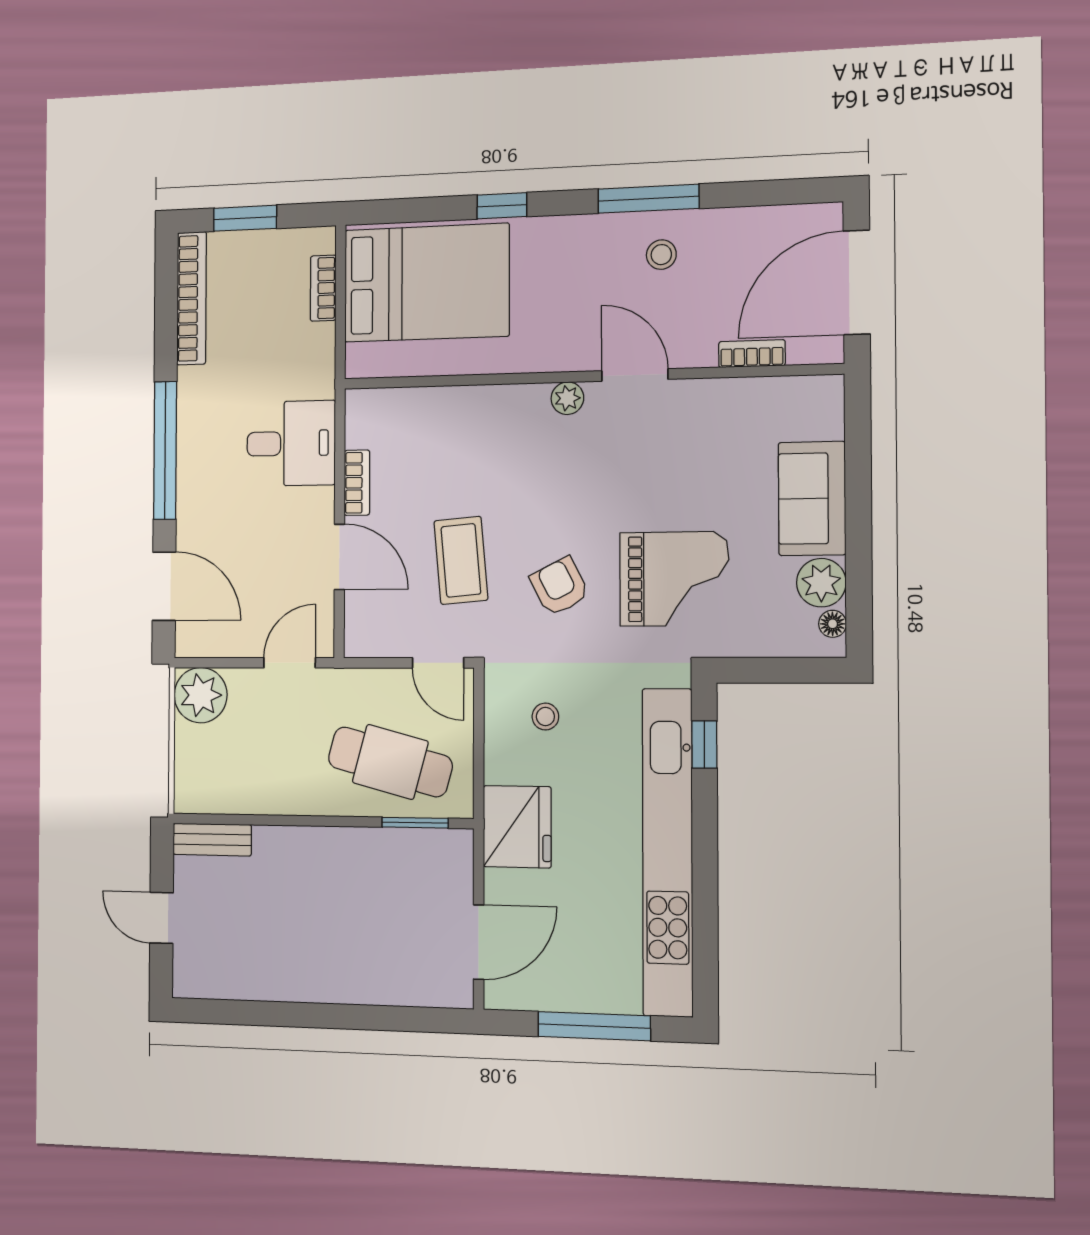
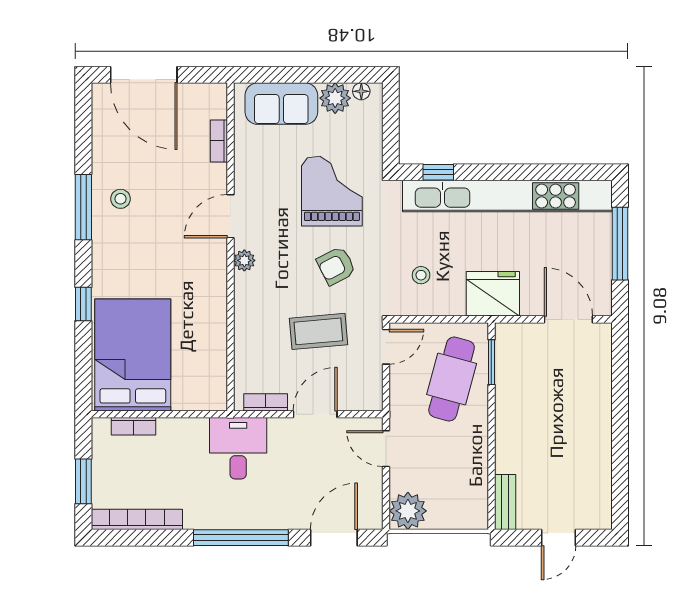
bookcase: (752, 354) -> (219, 141), moved
door: (635, 375) -> (230, 216), moved
wall: (588, 376) -> (230, 247), moved
plant: (567, 398) -> (244, 260), moved

